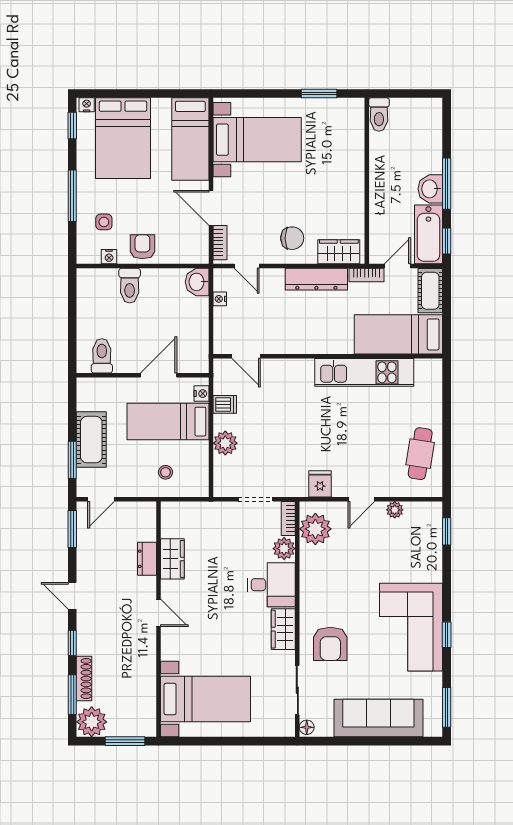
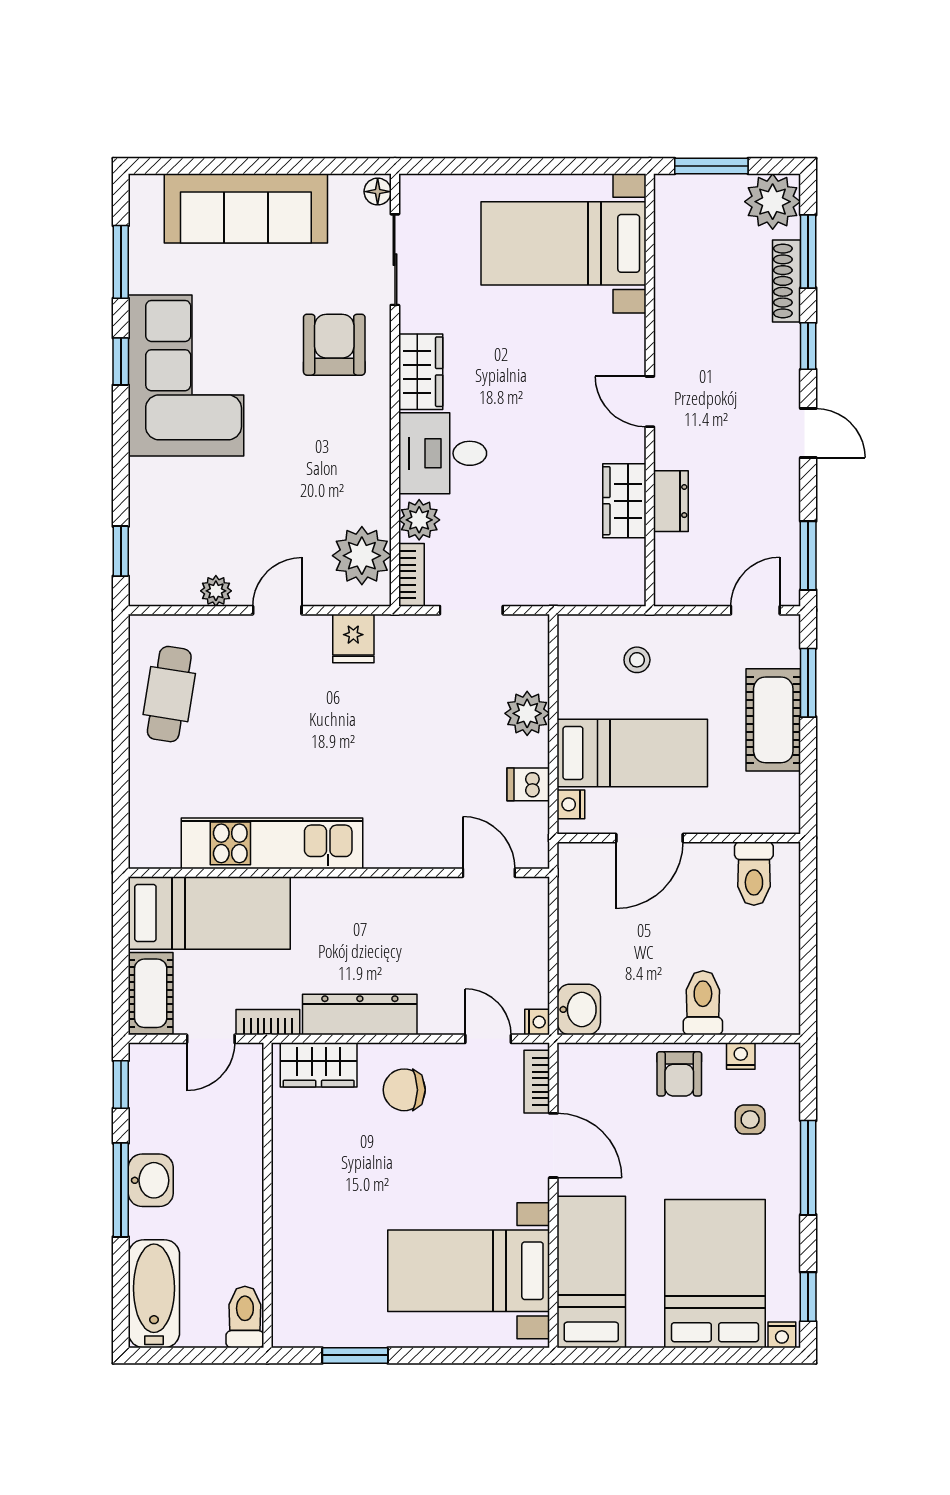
bathtub: (428, 234) -> (154, 1294), moved
nightstand: (220, 299) -> (537, 1022), moved
window: (447, 707) -> (121, 262), moved

